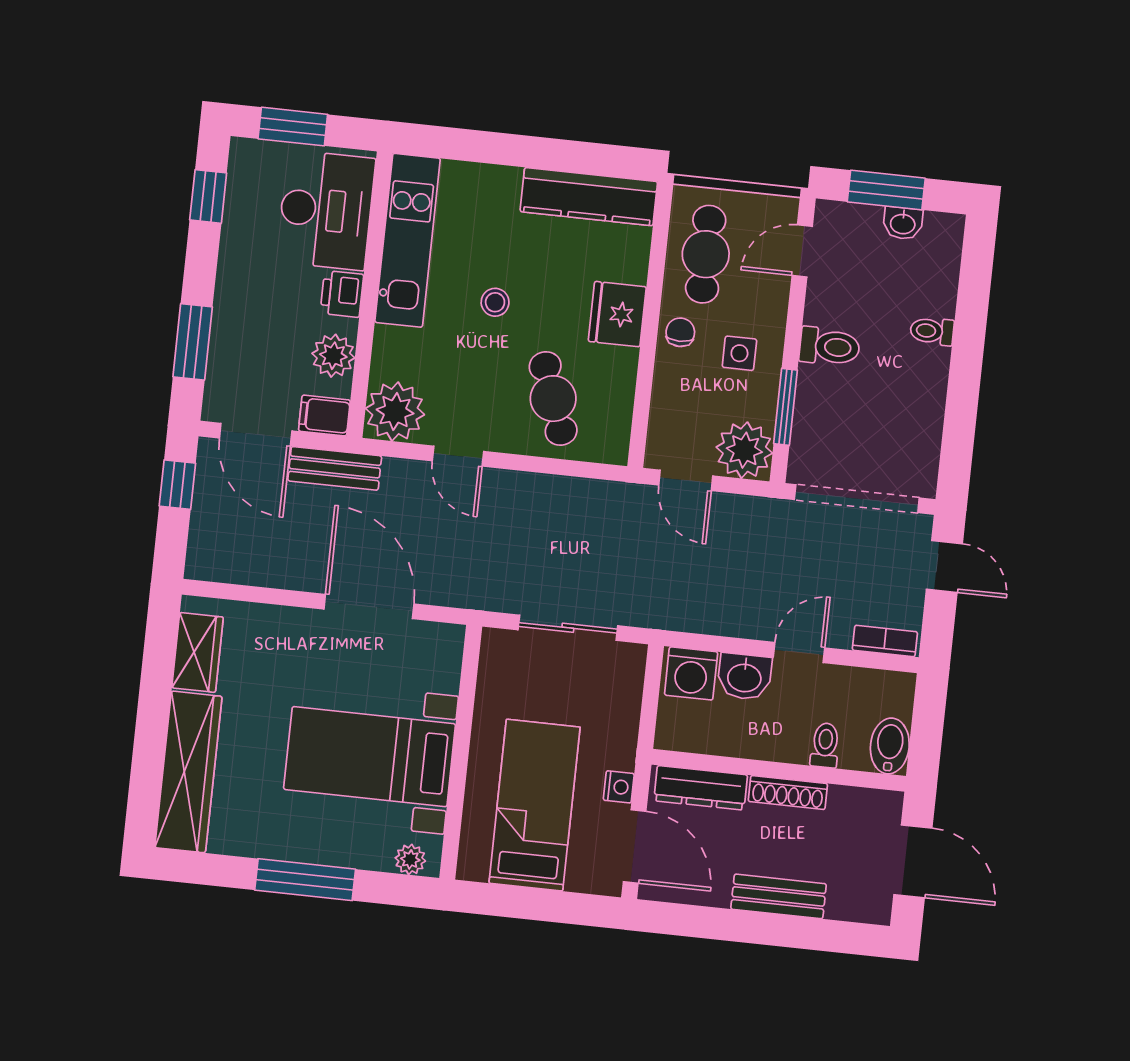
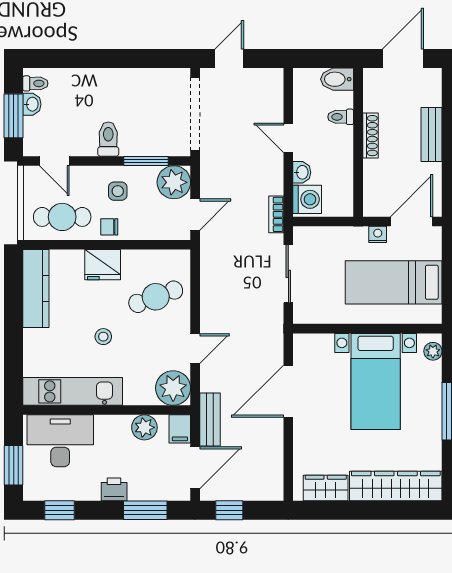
printer: (342, 294) -> (114, 489), moved, turned 180
toilet: (932, 331) -> (35, 83), moved, turned -90
bookcase: (885, 641) -> (276, 214), moved
washbasin: (744, 677) -> (302, 172), width x0.72, depth x0.69
dresser: (701, 788) -> (373, 187), removed

